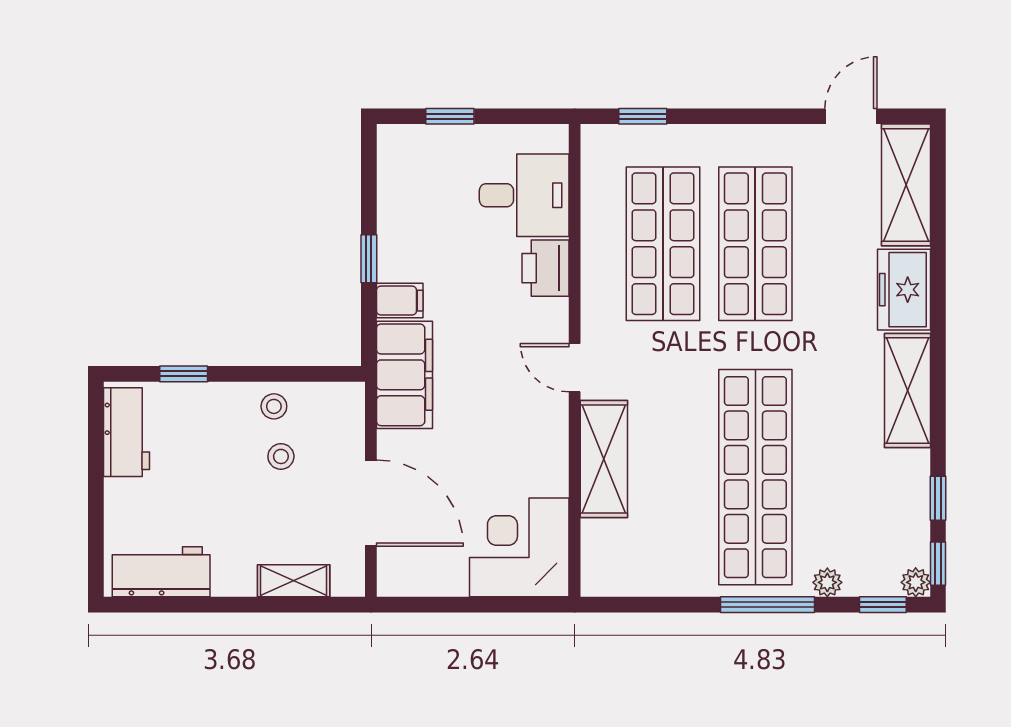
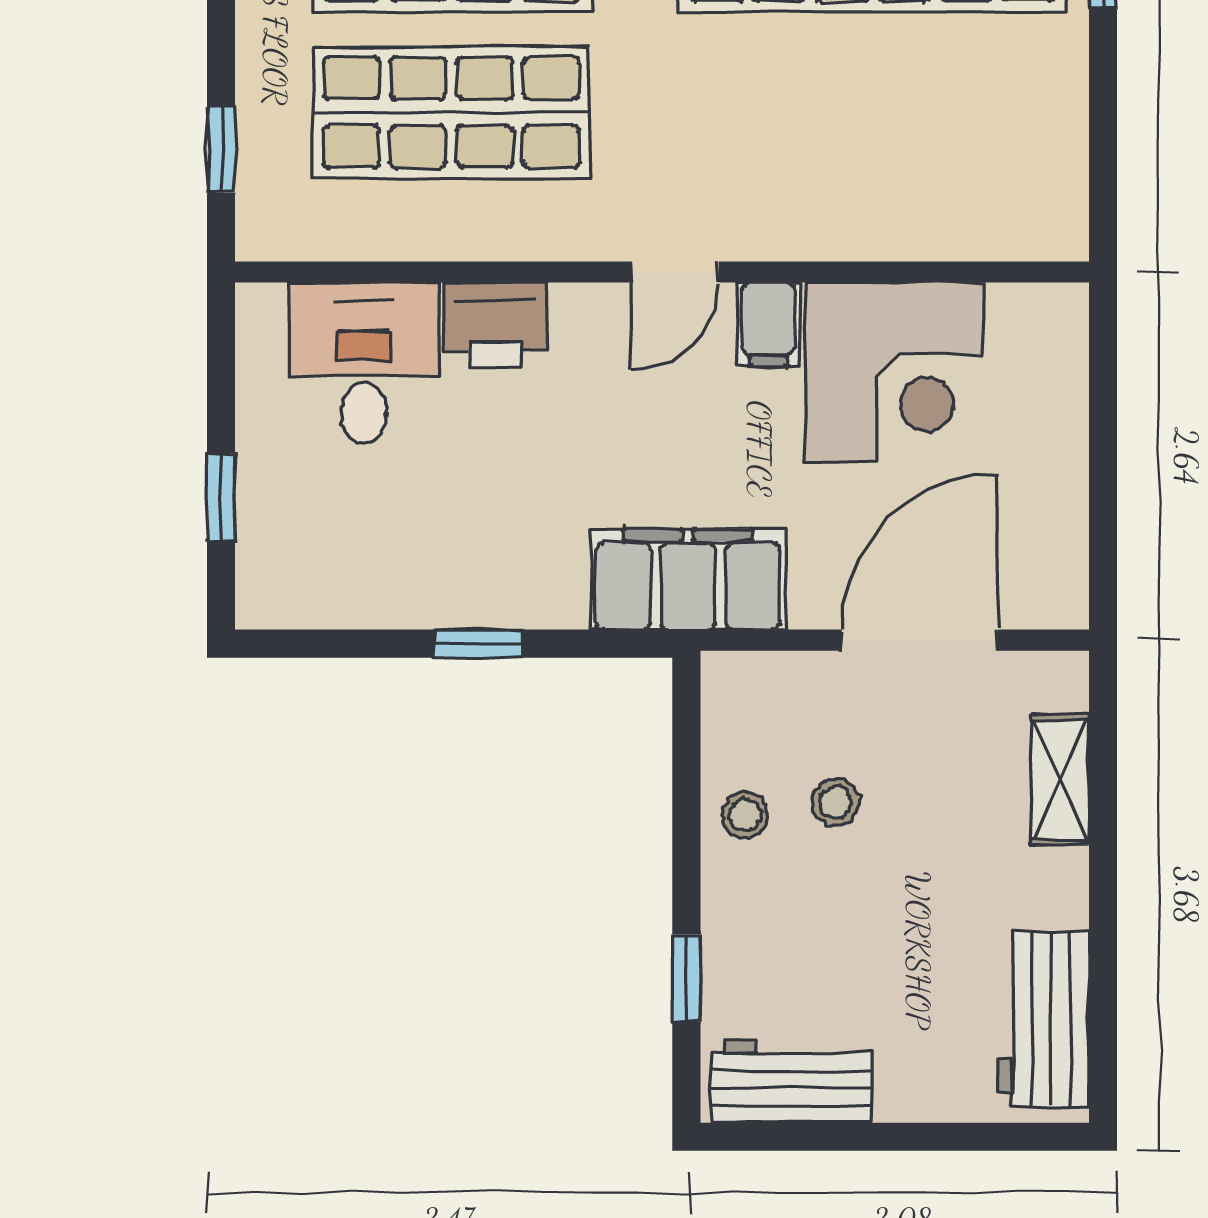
filing cabinet: (400, 301) -> (768, 324), moved, turned 180
shelving: (604, 459) -> (840, 219), removed
corner desk: (519, 547) -> (895, 372), moved, turned -90

